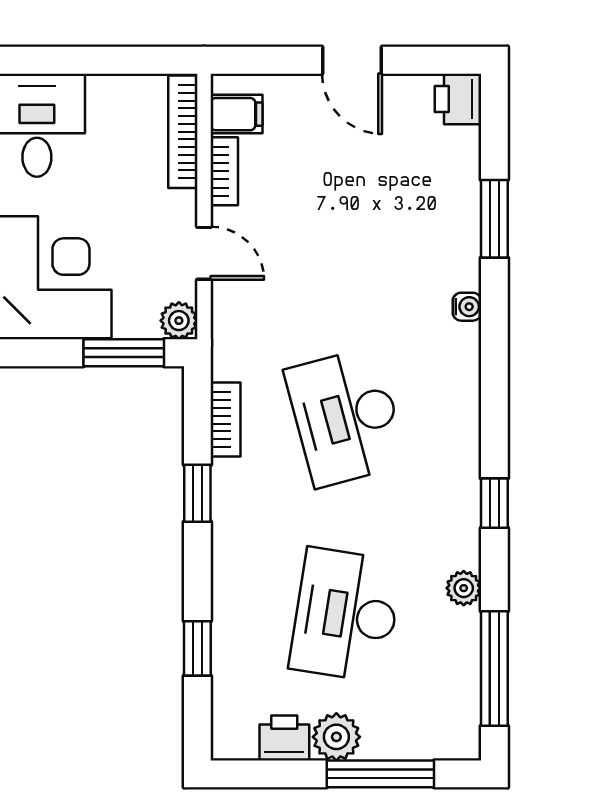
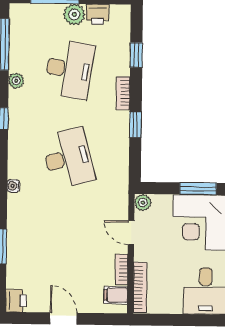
water cooler: (467, 307) -> (13, 186), moved
window: (124, 353) -> (198, 189), moved
bookcase: (226, 420) -> (123, 93), moved

